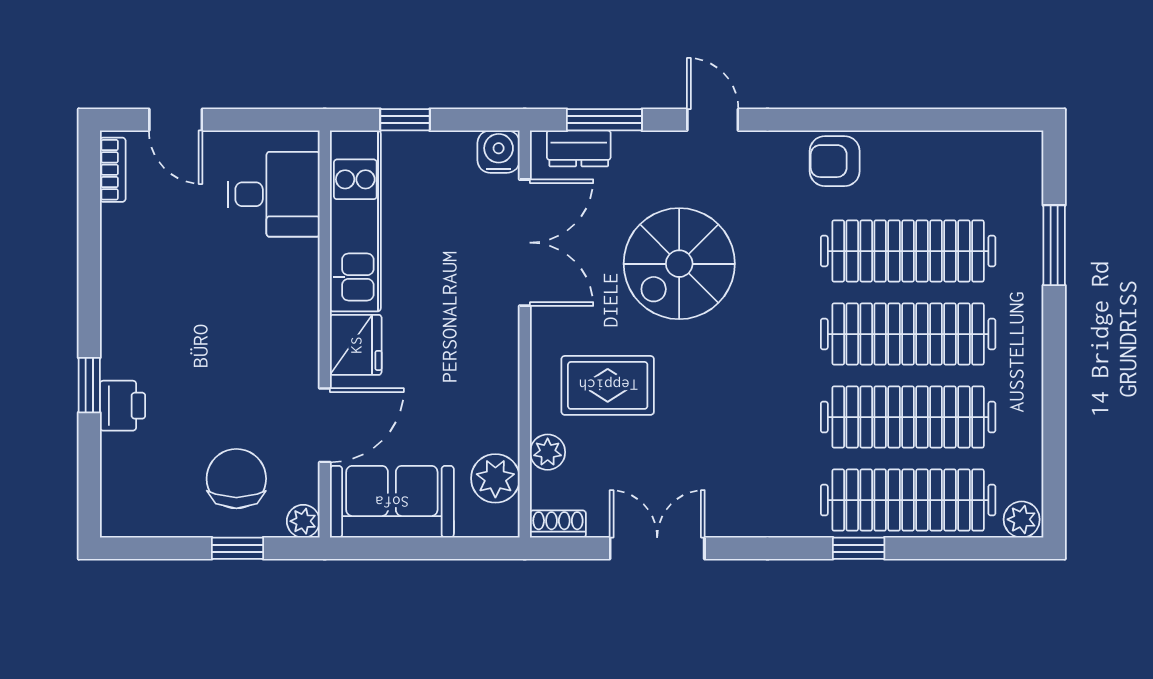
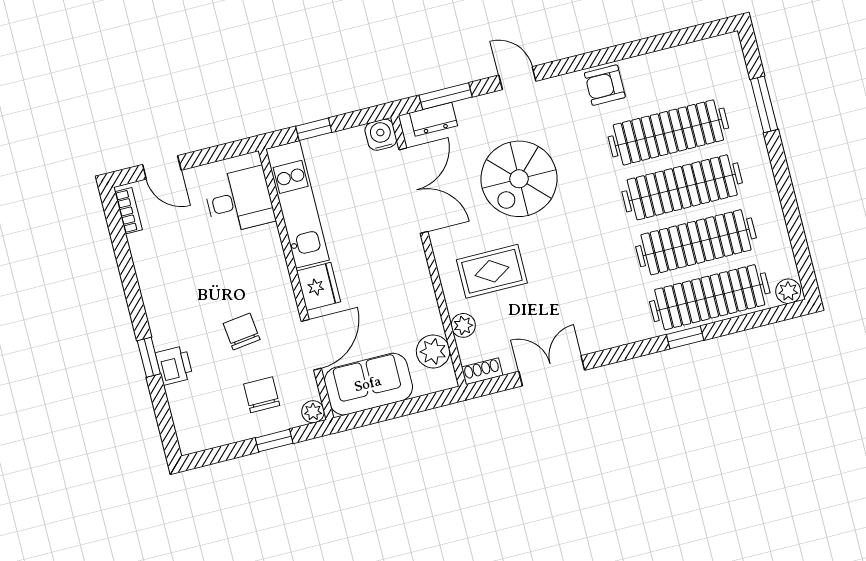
chair: (230, 382) -> (242, 332), added
chair: (236, 479) -> (262, 395), width x0.73, depth x0.73

